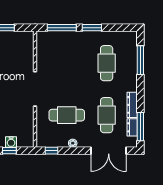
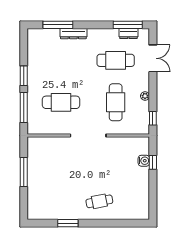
cafe table: (107, 63) -> (61, 102), moved
dresser: (132, 105) -> (73, 34), moved
double door: (109, 151) -> (153, 58), width x0.73

